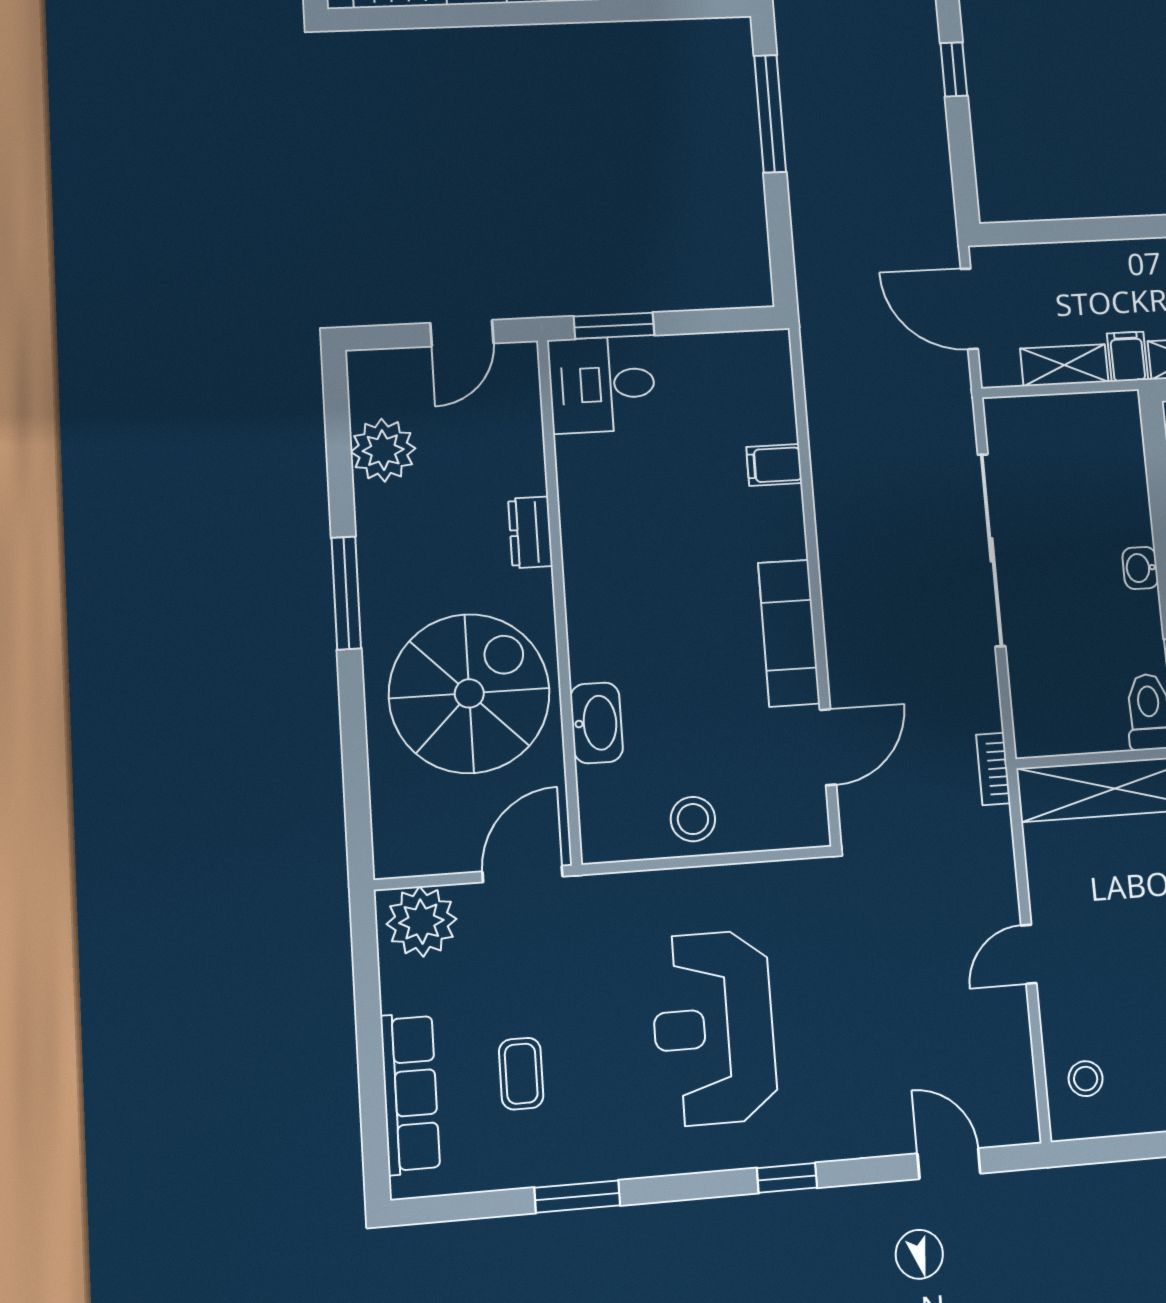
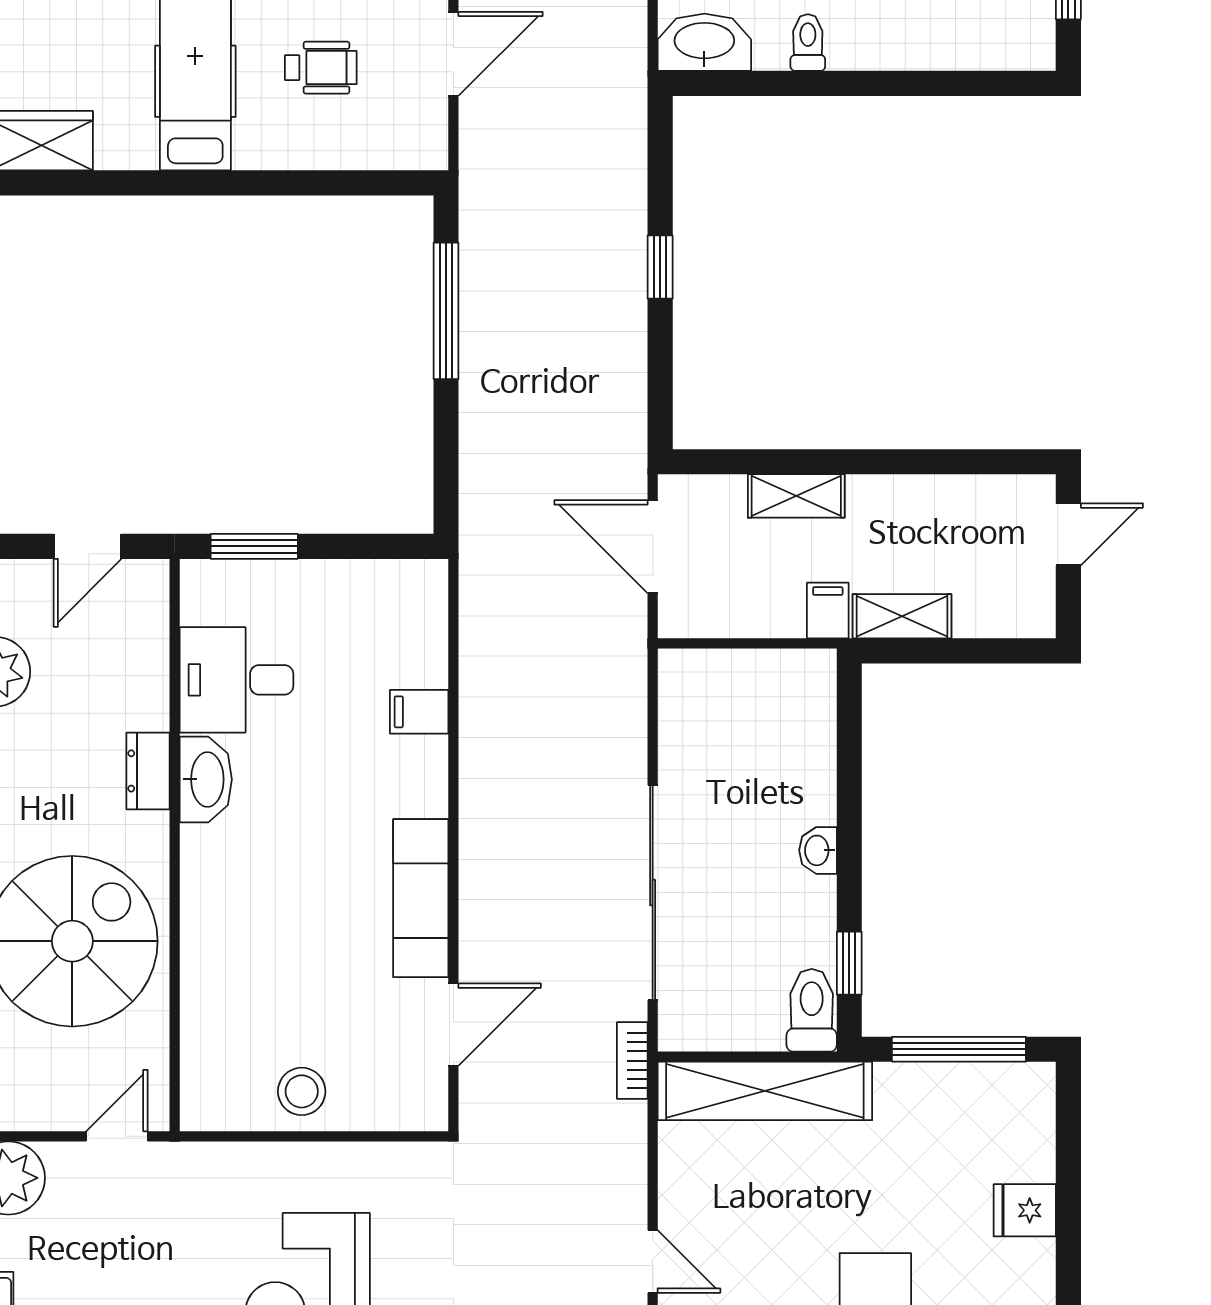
shelving: (1064, 365) -> (796, 496), moved
desk: (602, 384) -> (236, 680), moved
sliding door: (992, 550) -> (653, 893), moved
washbasin: (597, 723) -> (206, 779), moved
door: (522, 874) -> (117, 1136), width x0.73
door: (1029, 954) -> (653, 1261), swing flipped

